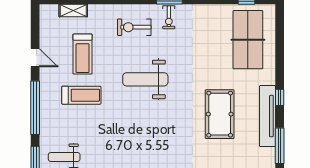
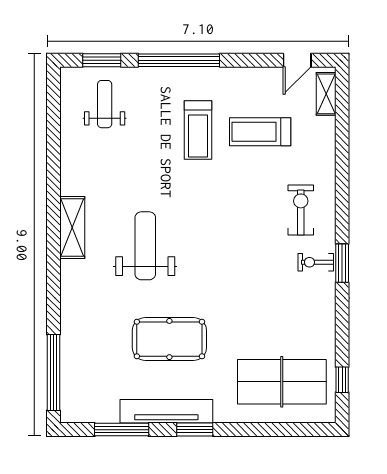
shelving: (73, 10) -> (326, 94), moved
door: (35, 58) -> (297, 60), moved
weight bench: (145, 79) -> (145, 246), moved
window: (280, 97) -> (195, 430), width x1.50

